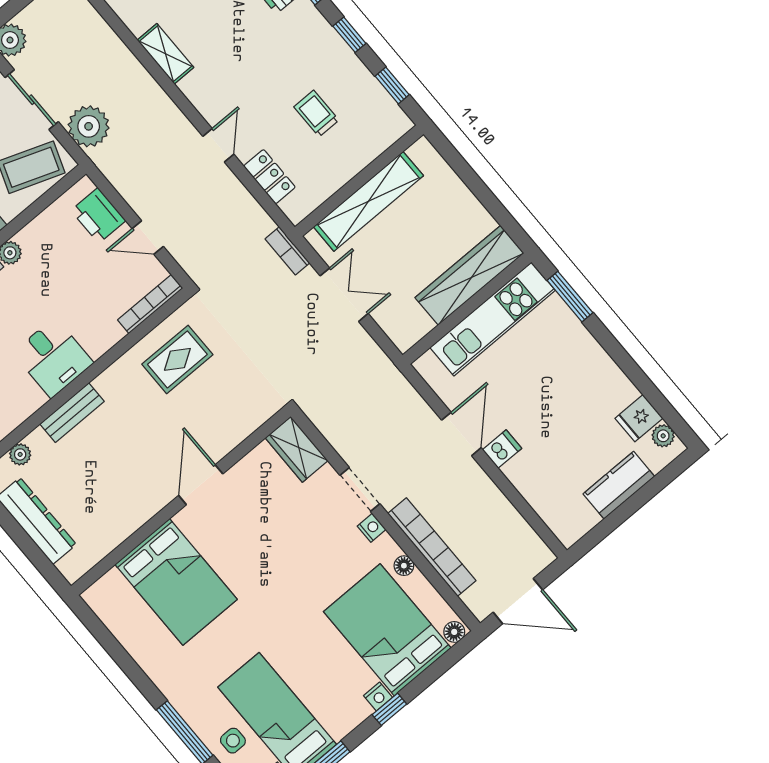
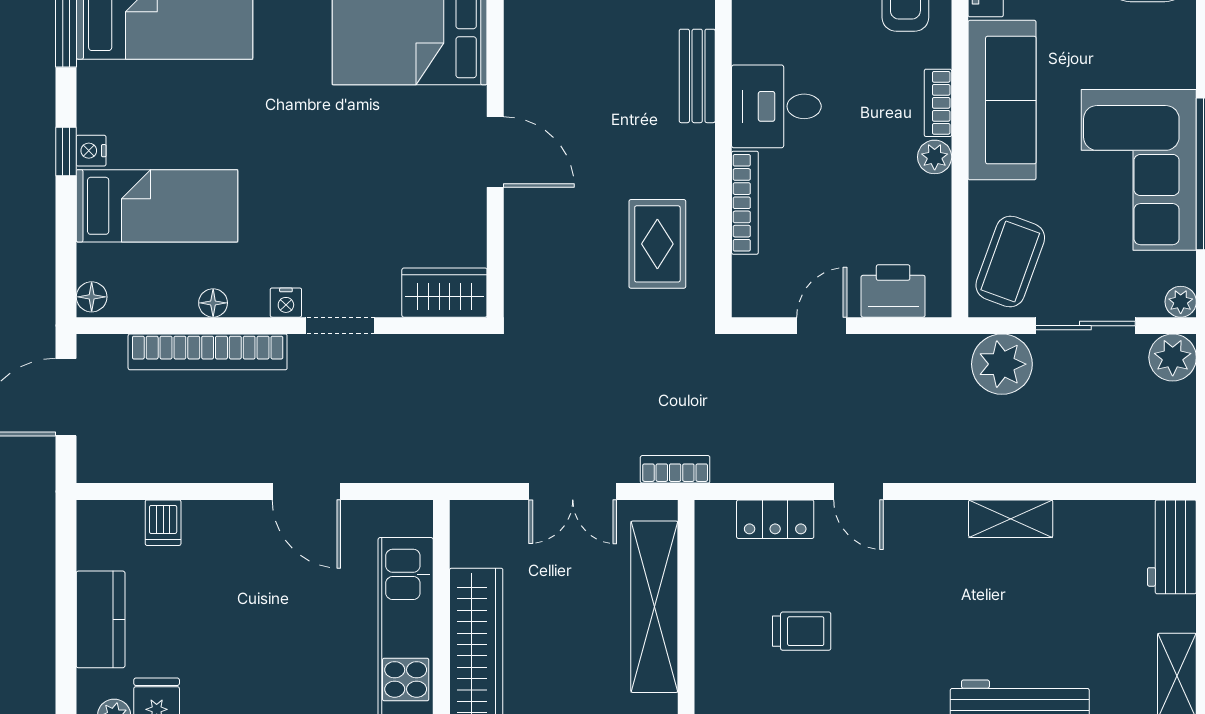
bookcase: (150, 304) -> (745, 203), moved
dishwasher: (502, 449) -> (163, 523), moved
bed: (387, 630) -> (157, 206), width x0.67

